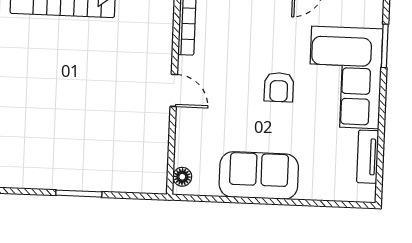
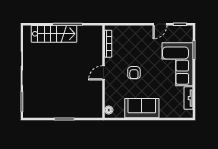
armchair: (279, 87) -> (134, 73), moved
door: (174, 90) -> (104, 73), swing flipped

